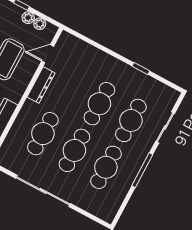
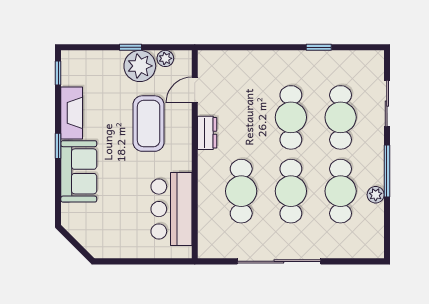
plant: (28, 18) -> (140, 66), width x1.88, depth x1.88
dresser: (41, 85) -> (207, 133), width x0.70
plant: (127, 181) -> (376, 195), added

